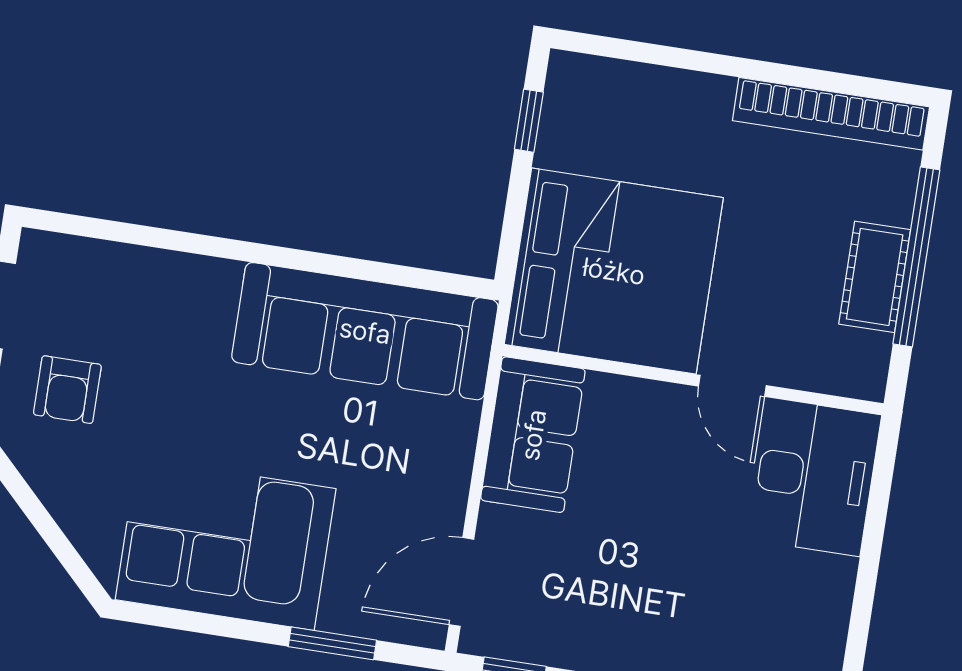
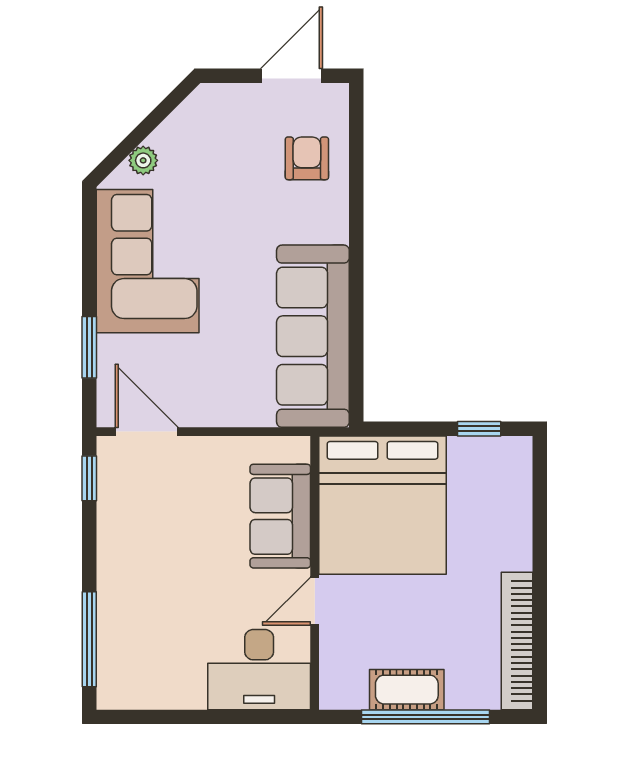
armchair: (67, 390) -> (307, 158), moved, turned 90
sofa: (533, 435) -> (280, 516), moved, turned 90
plant: (85, 529) -> (143, 160), added

